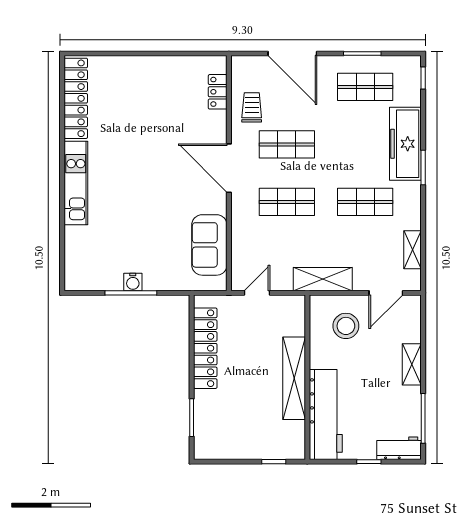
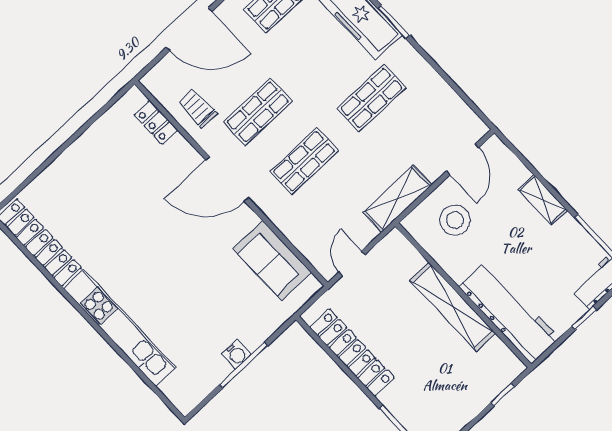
kitchen unit: (76, 183) -> (120, 328), width x1.36
shelving: (413, 250) -> (451, 101), removed

